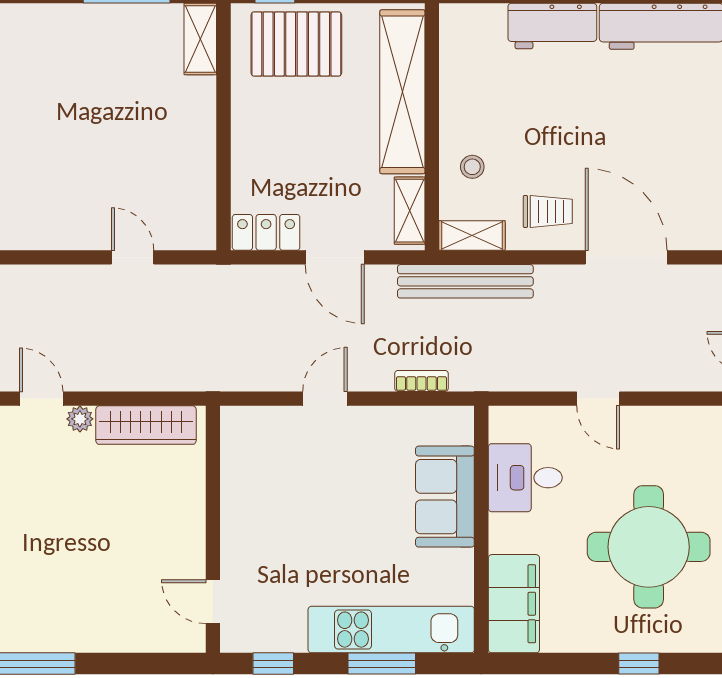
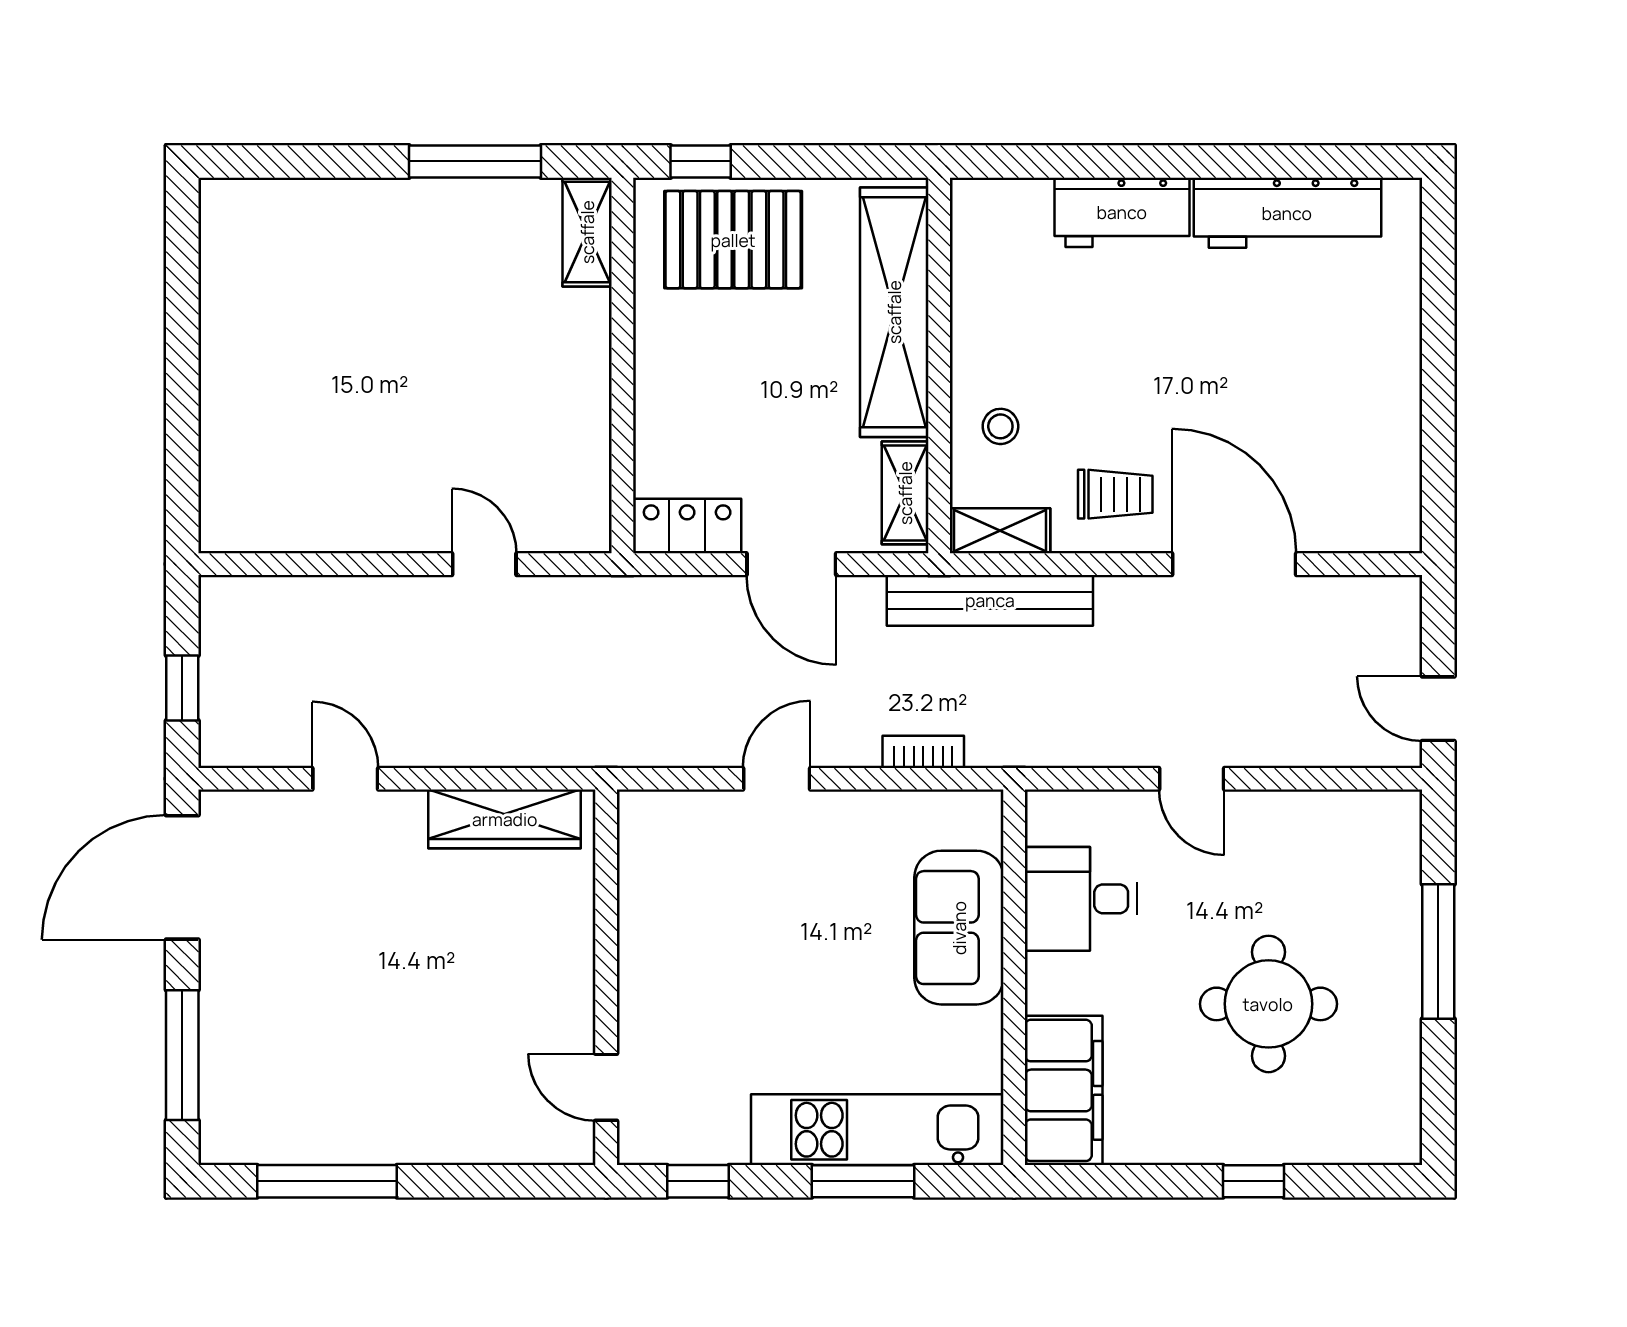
plant: (80, 419) -> (404, 810), removed
round table: (649, 547) -> (1268, 1004), width x0.73, depth x0.73

